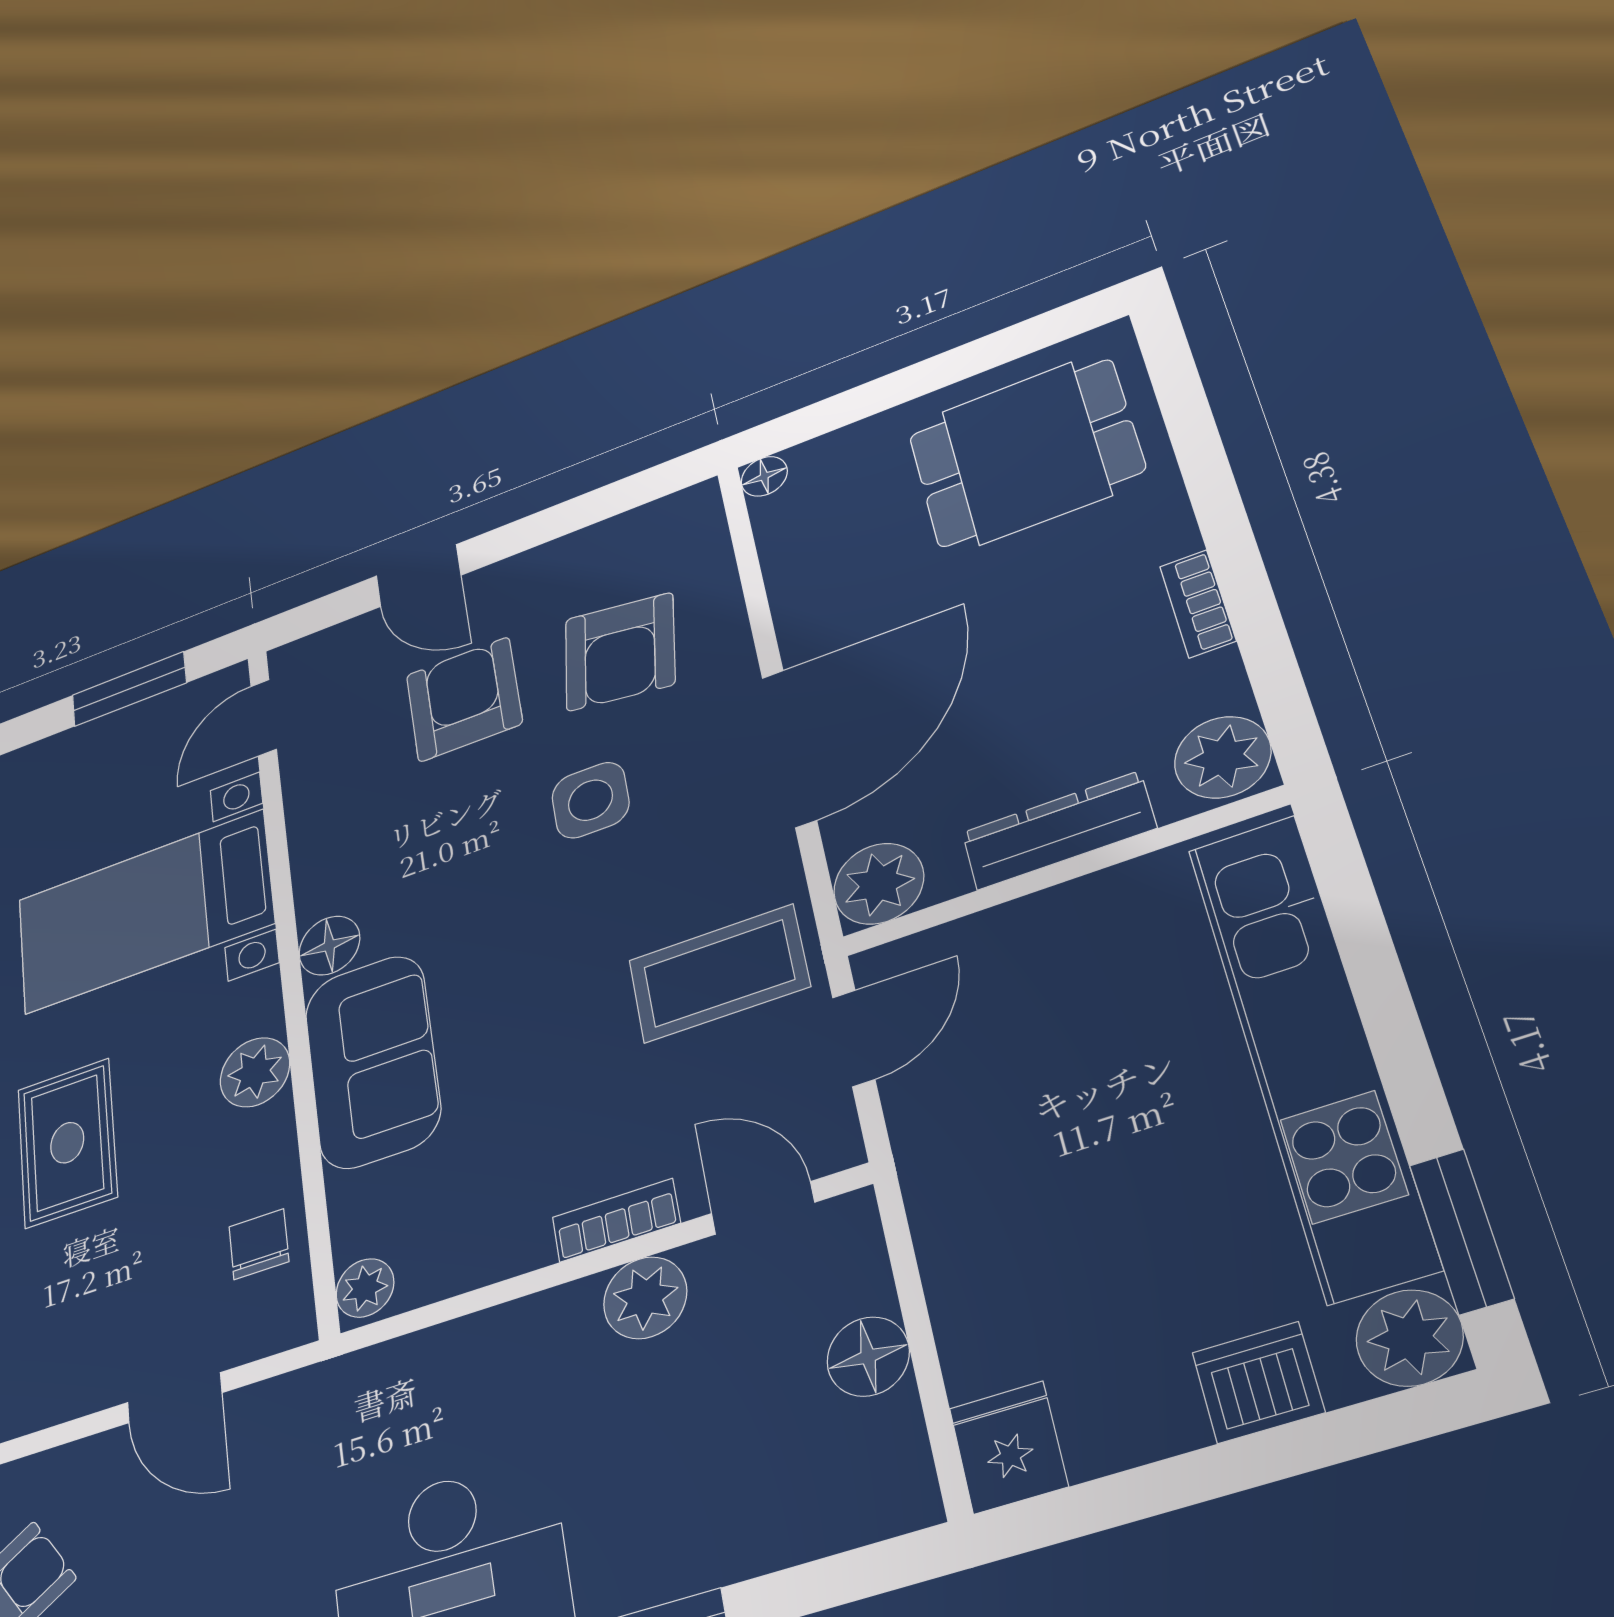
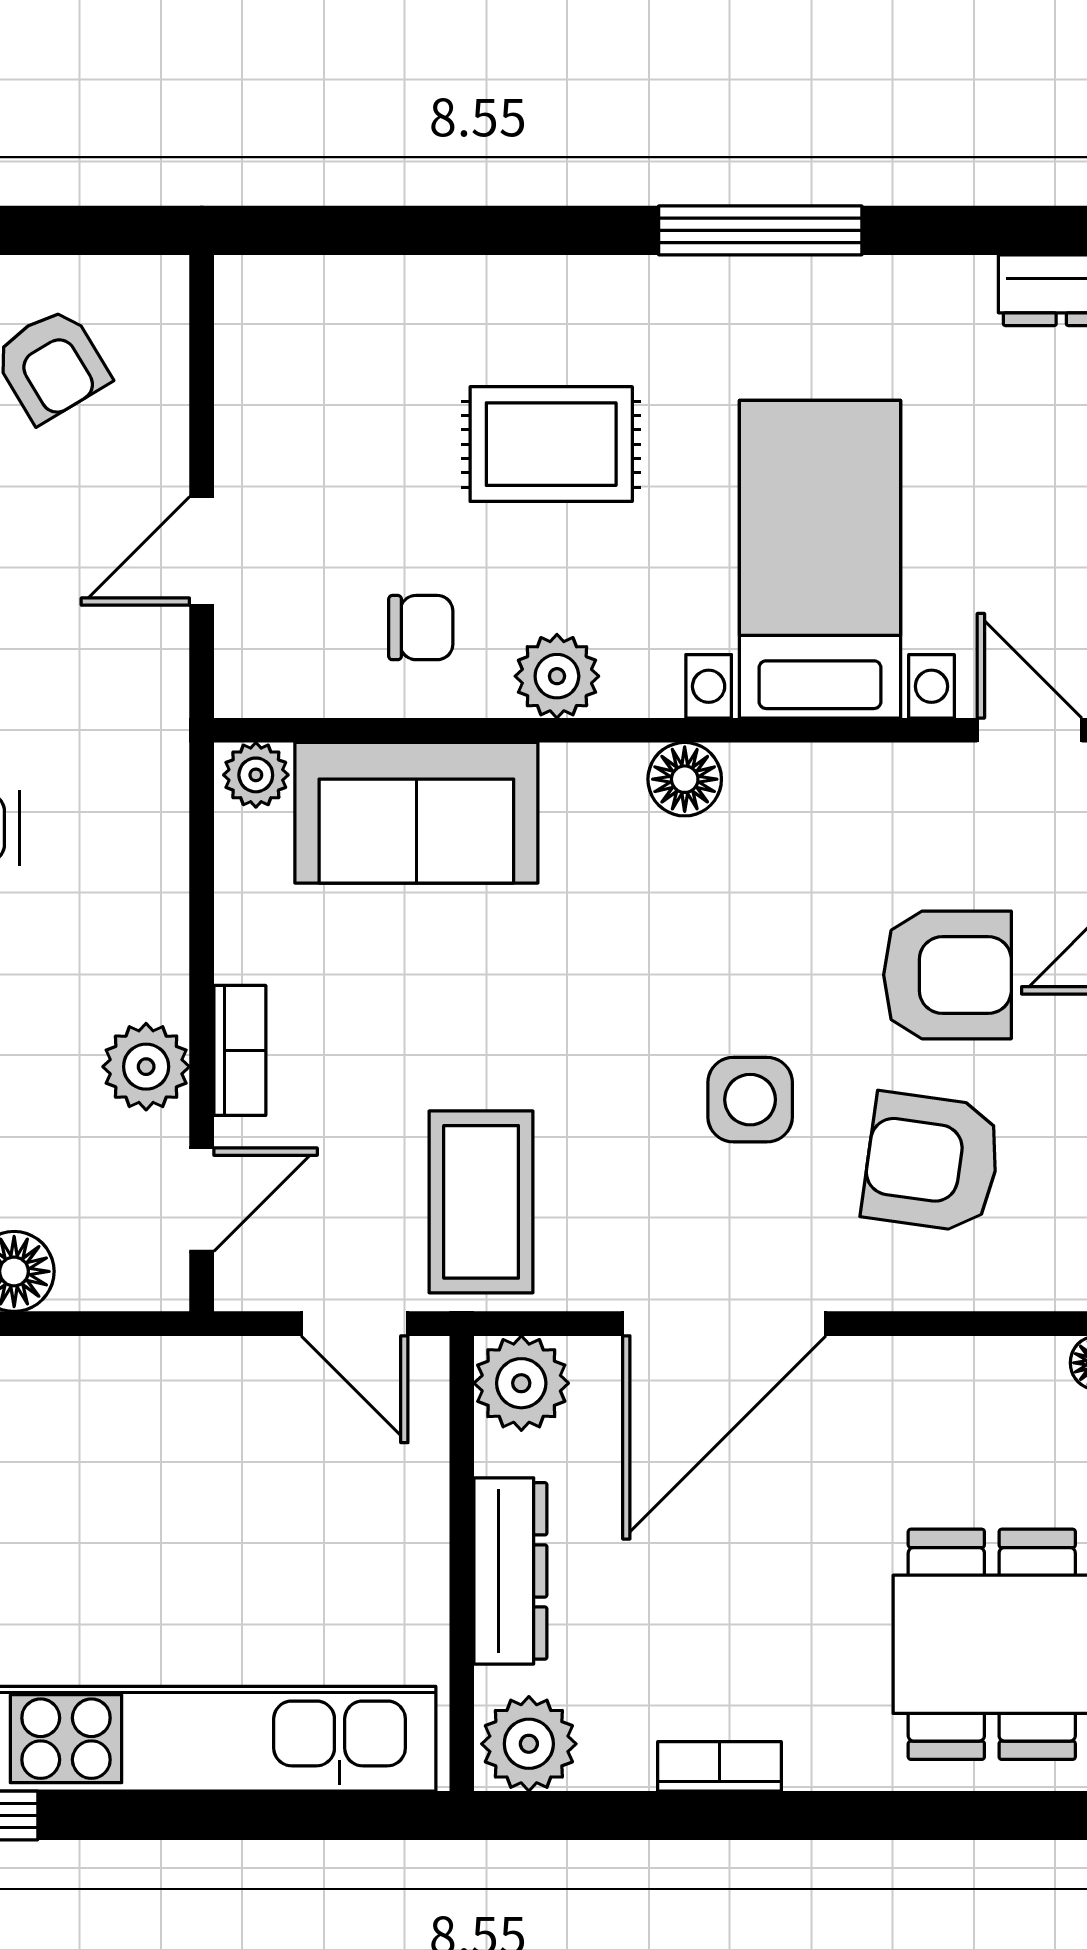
door: (789, 748) -> (724, 1324), hinge flipped
sofa: (372, 1061) -> (416, 813), moved
chair: (259, 1244) -> (421, 628), moved

